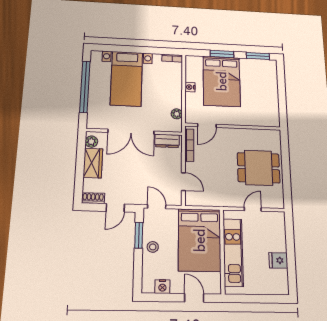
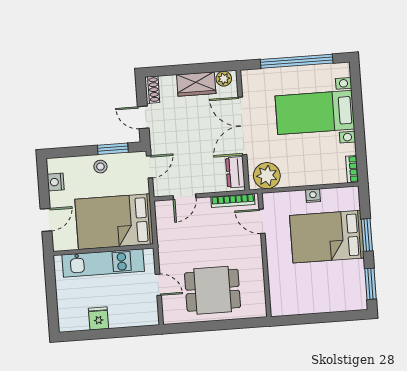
plant: (177, 114) -> (267, 176), width x1.87, depth x1.87
dining table: (259, 168) -> (213, 290), turned 90

